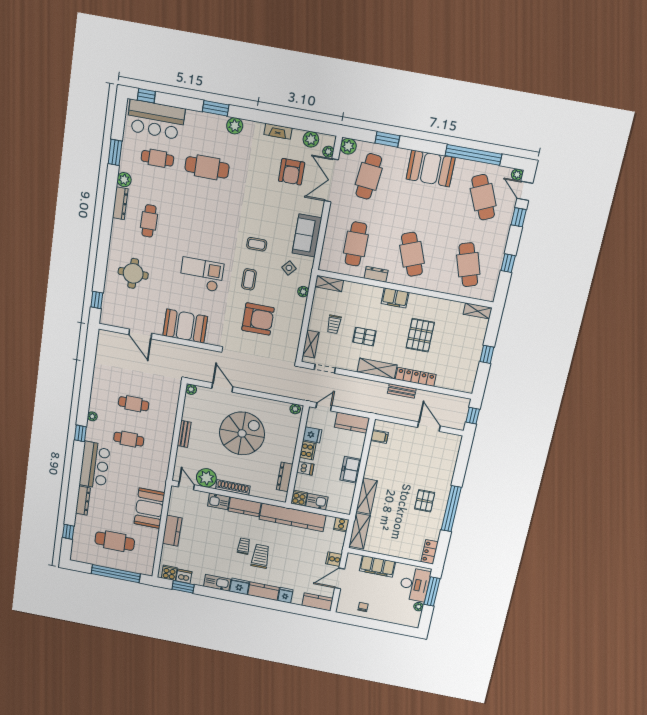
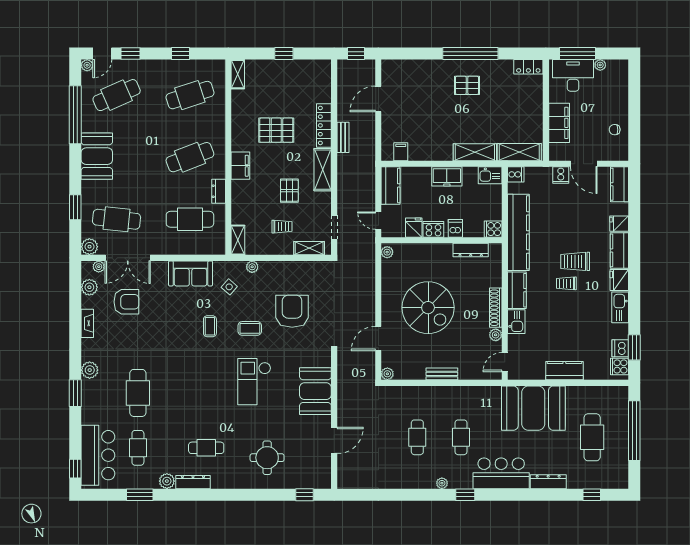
spiral stairs: (242, 433) -> (428, 308), turned 180
plant: (206, 478) -> (496, 335), width x0.53, depth x0.53
kitchen sink: (317, 502) -> (490, 175), moved, turned -90
booth: (149, 508) -> (533, 408), width x1.36, depth x1.42

